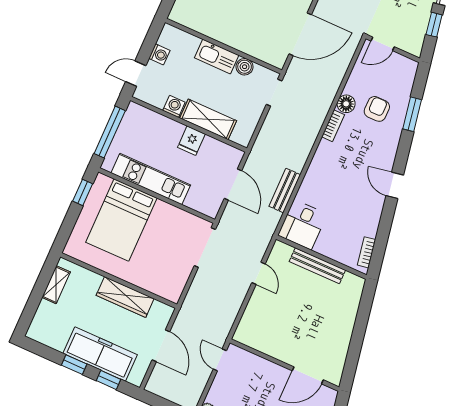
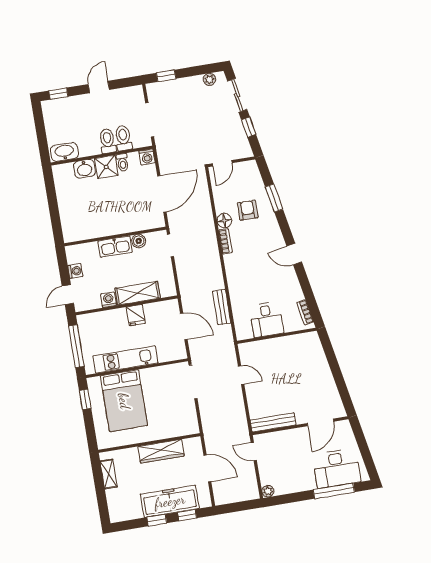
desk: (302, 225) -> (267, 319), moved
bench: (317, 266) -> (273, 422), moved

